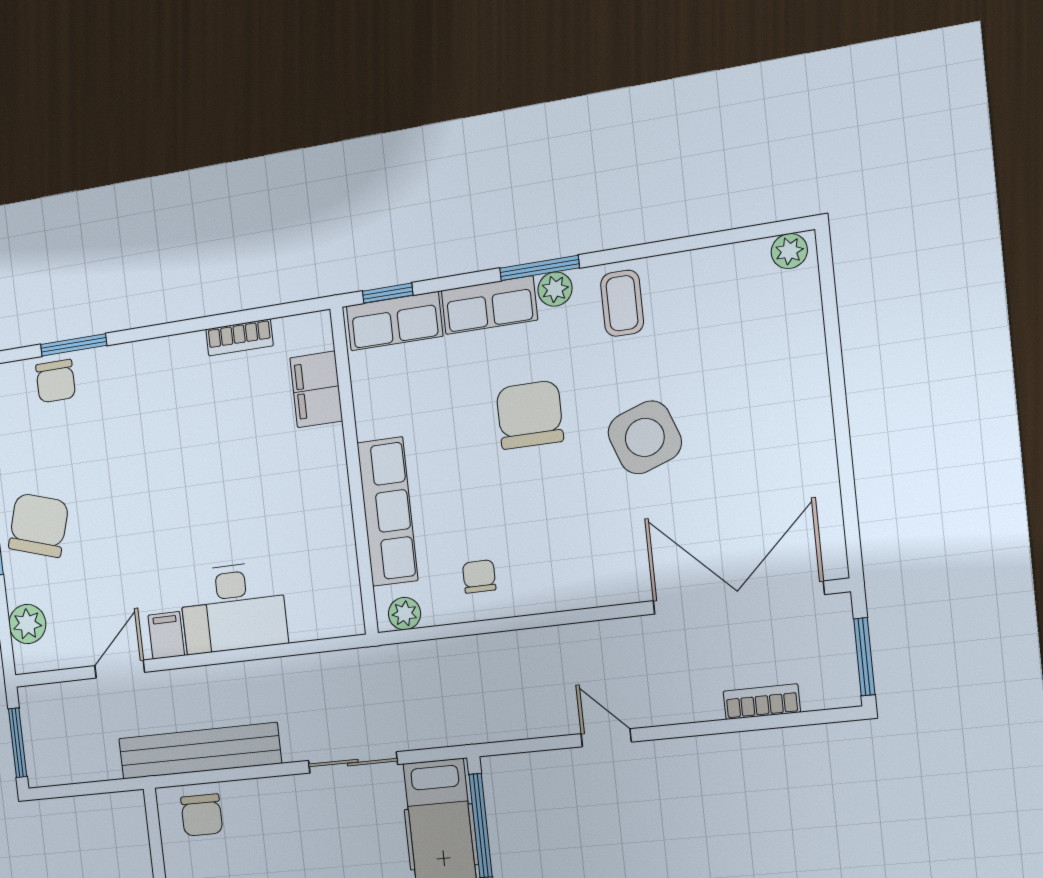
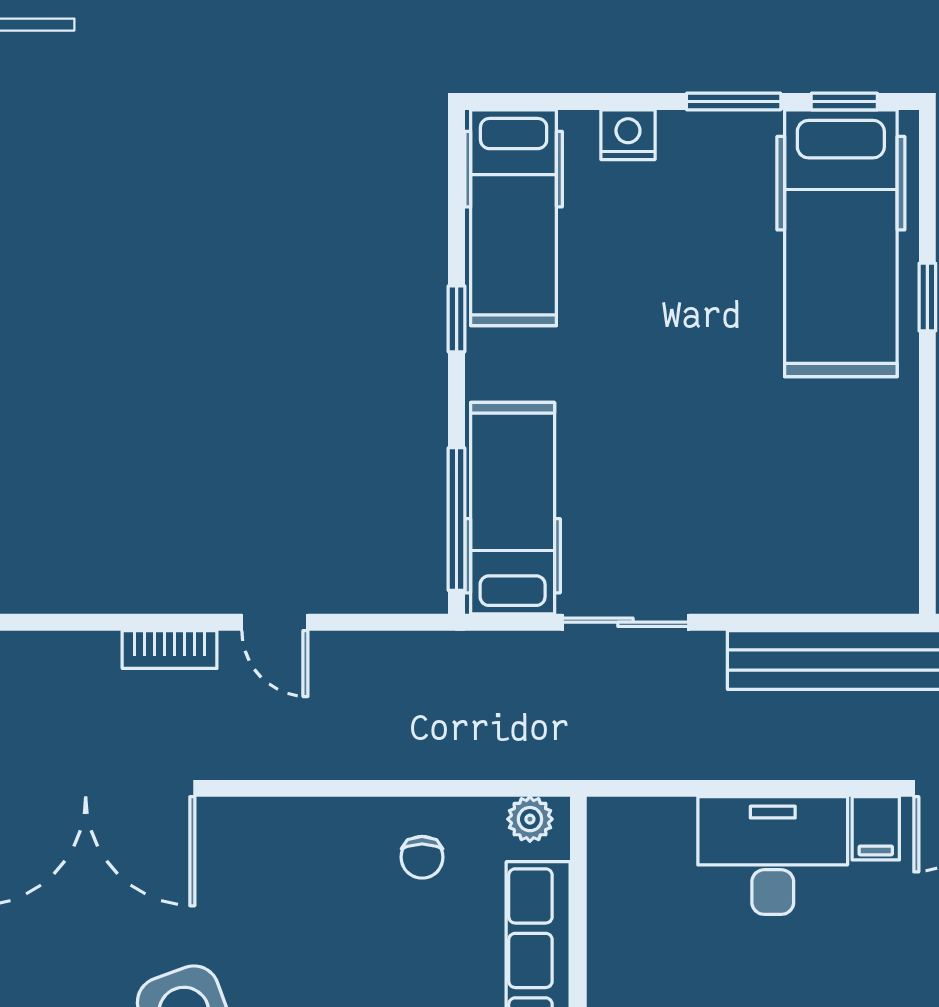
bookcase: (762, 702) -> (170, 650), moved
chair: (202, 815) -> (854, 569), removed

